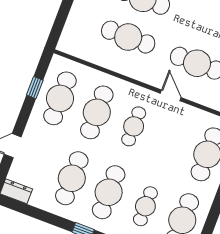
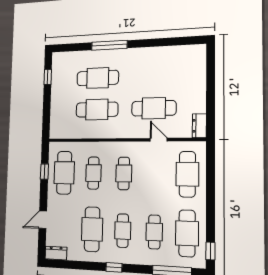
door: (171, 95) -> (159, 140), moved
cafe table: (97, 112) -> (93, 173), width x0.73, depth x0.74
cafe table: (109, 192) -> (123, 231), width x0.73, depth x0.74

